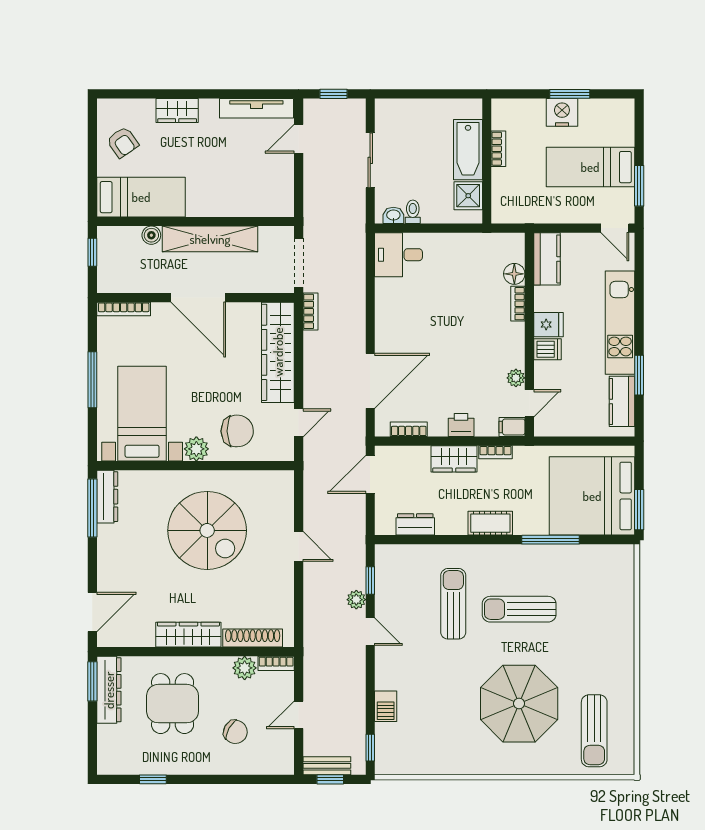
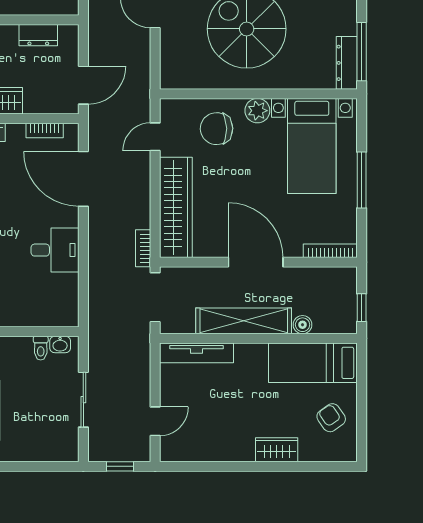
tv unit: (256, 108) -> (196, 353), moved, turned 180
desk: (398, 255) -> (55, 250), moved
door: (370, 381) -> (83, 179), hinge flipped

